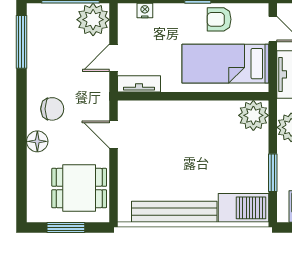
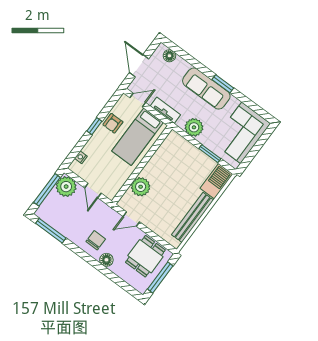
tv unit: (139, 84) -> (116, 187), removed
plant: (253, 115) -> (141, 187), moved
window: (66, 227) -> (160, 278), width x1.44

